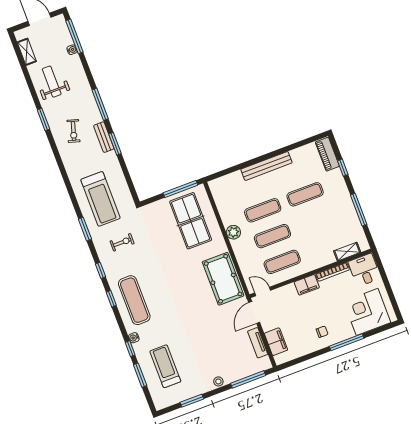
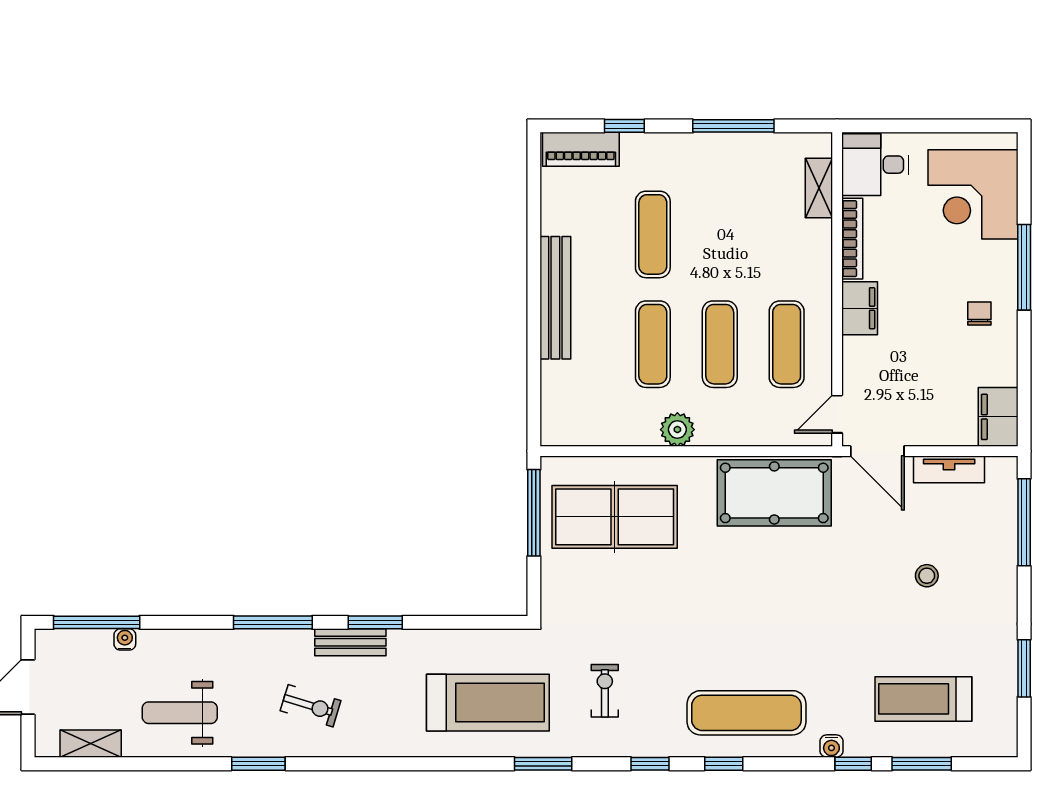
filing cabinet: (276, 342) -> (998, 417), moved, turned -90
stool: (218, 381) -> (927, 576), moved

